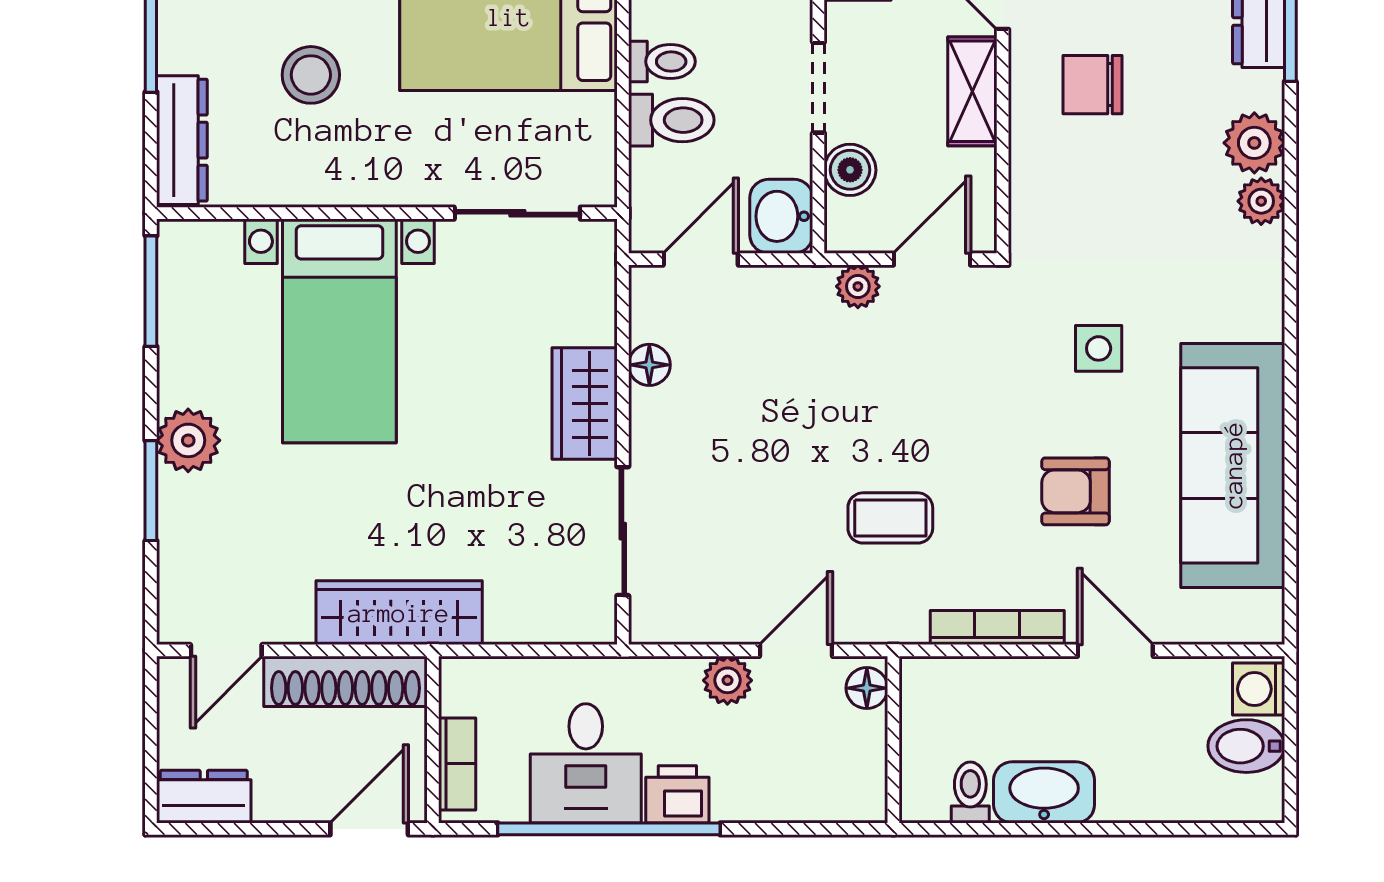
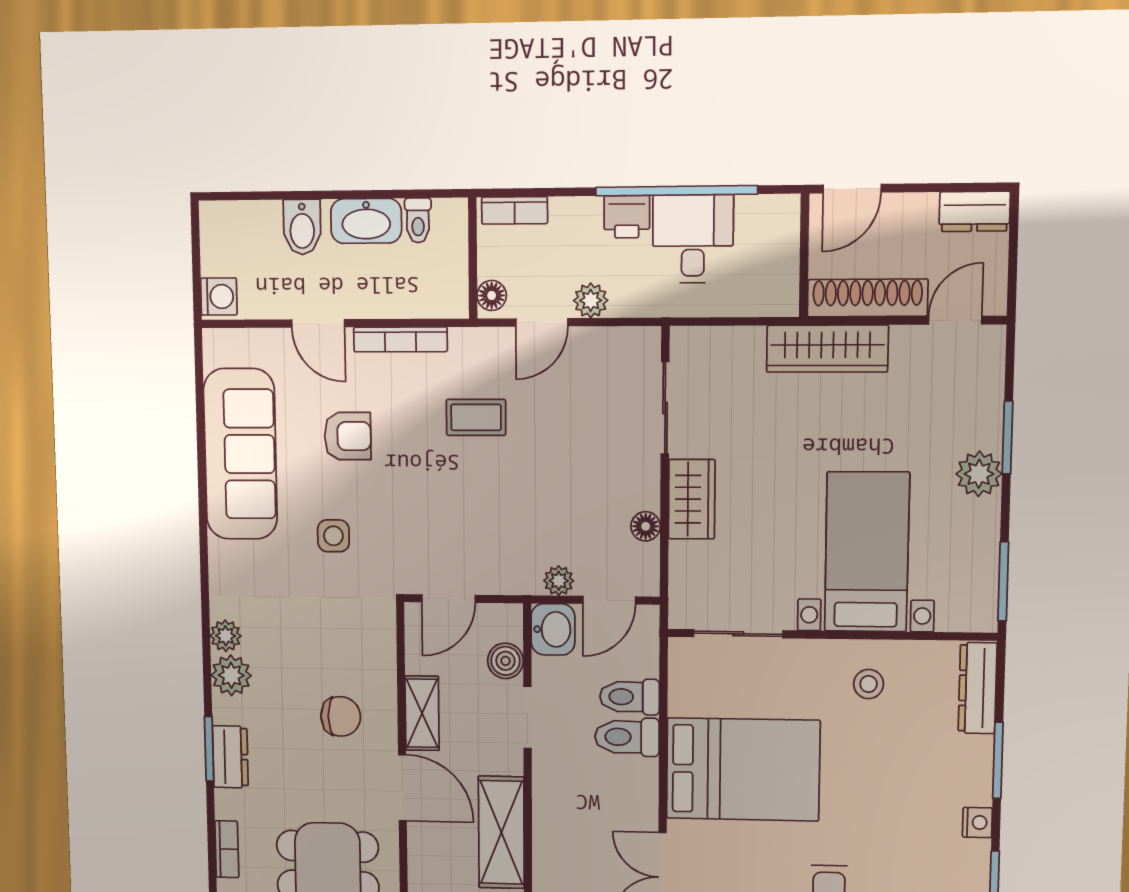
toilet: (662, 62) -> (627, 737), width x1.37, depth x1.39
stool: (311, 75) -> (869, 684), moved, width x0.73, depth x0.73
plant: (858, 286) -> (559, 581), moved
bidet: (1246, 746) -> (302, 227), moved, turned 90
bookcase: (457, 764) -> (515, 210), moved, turned -90

